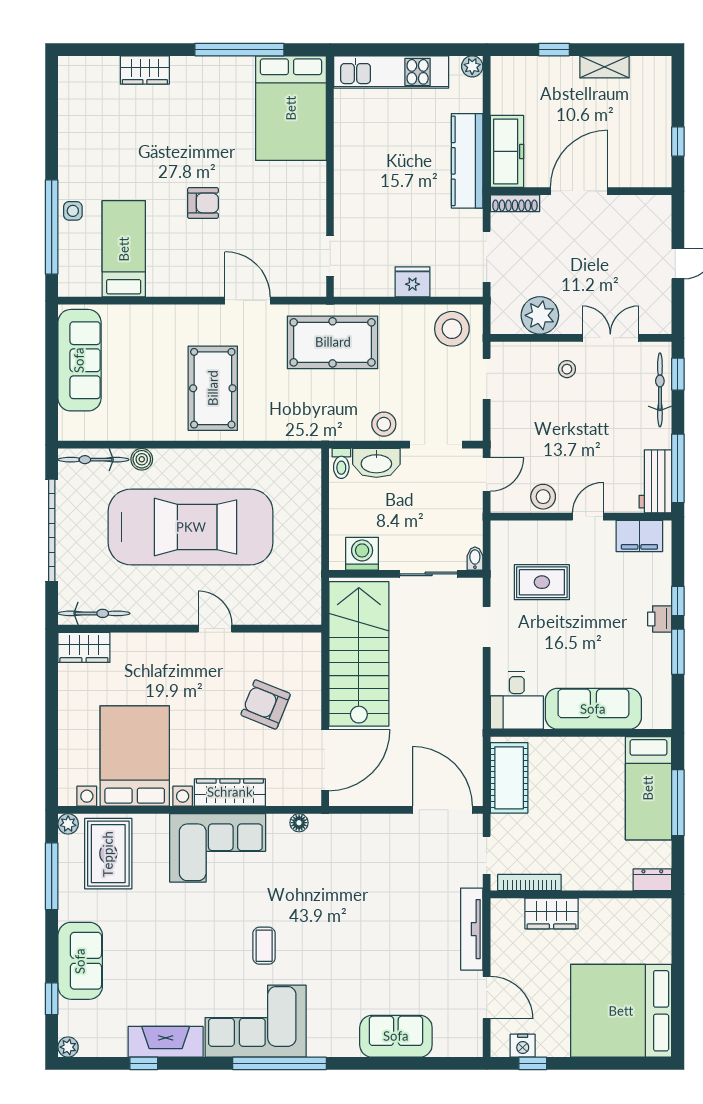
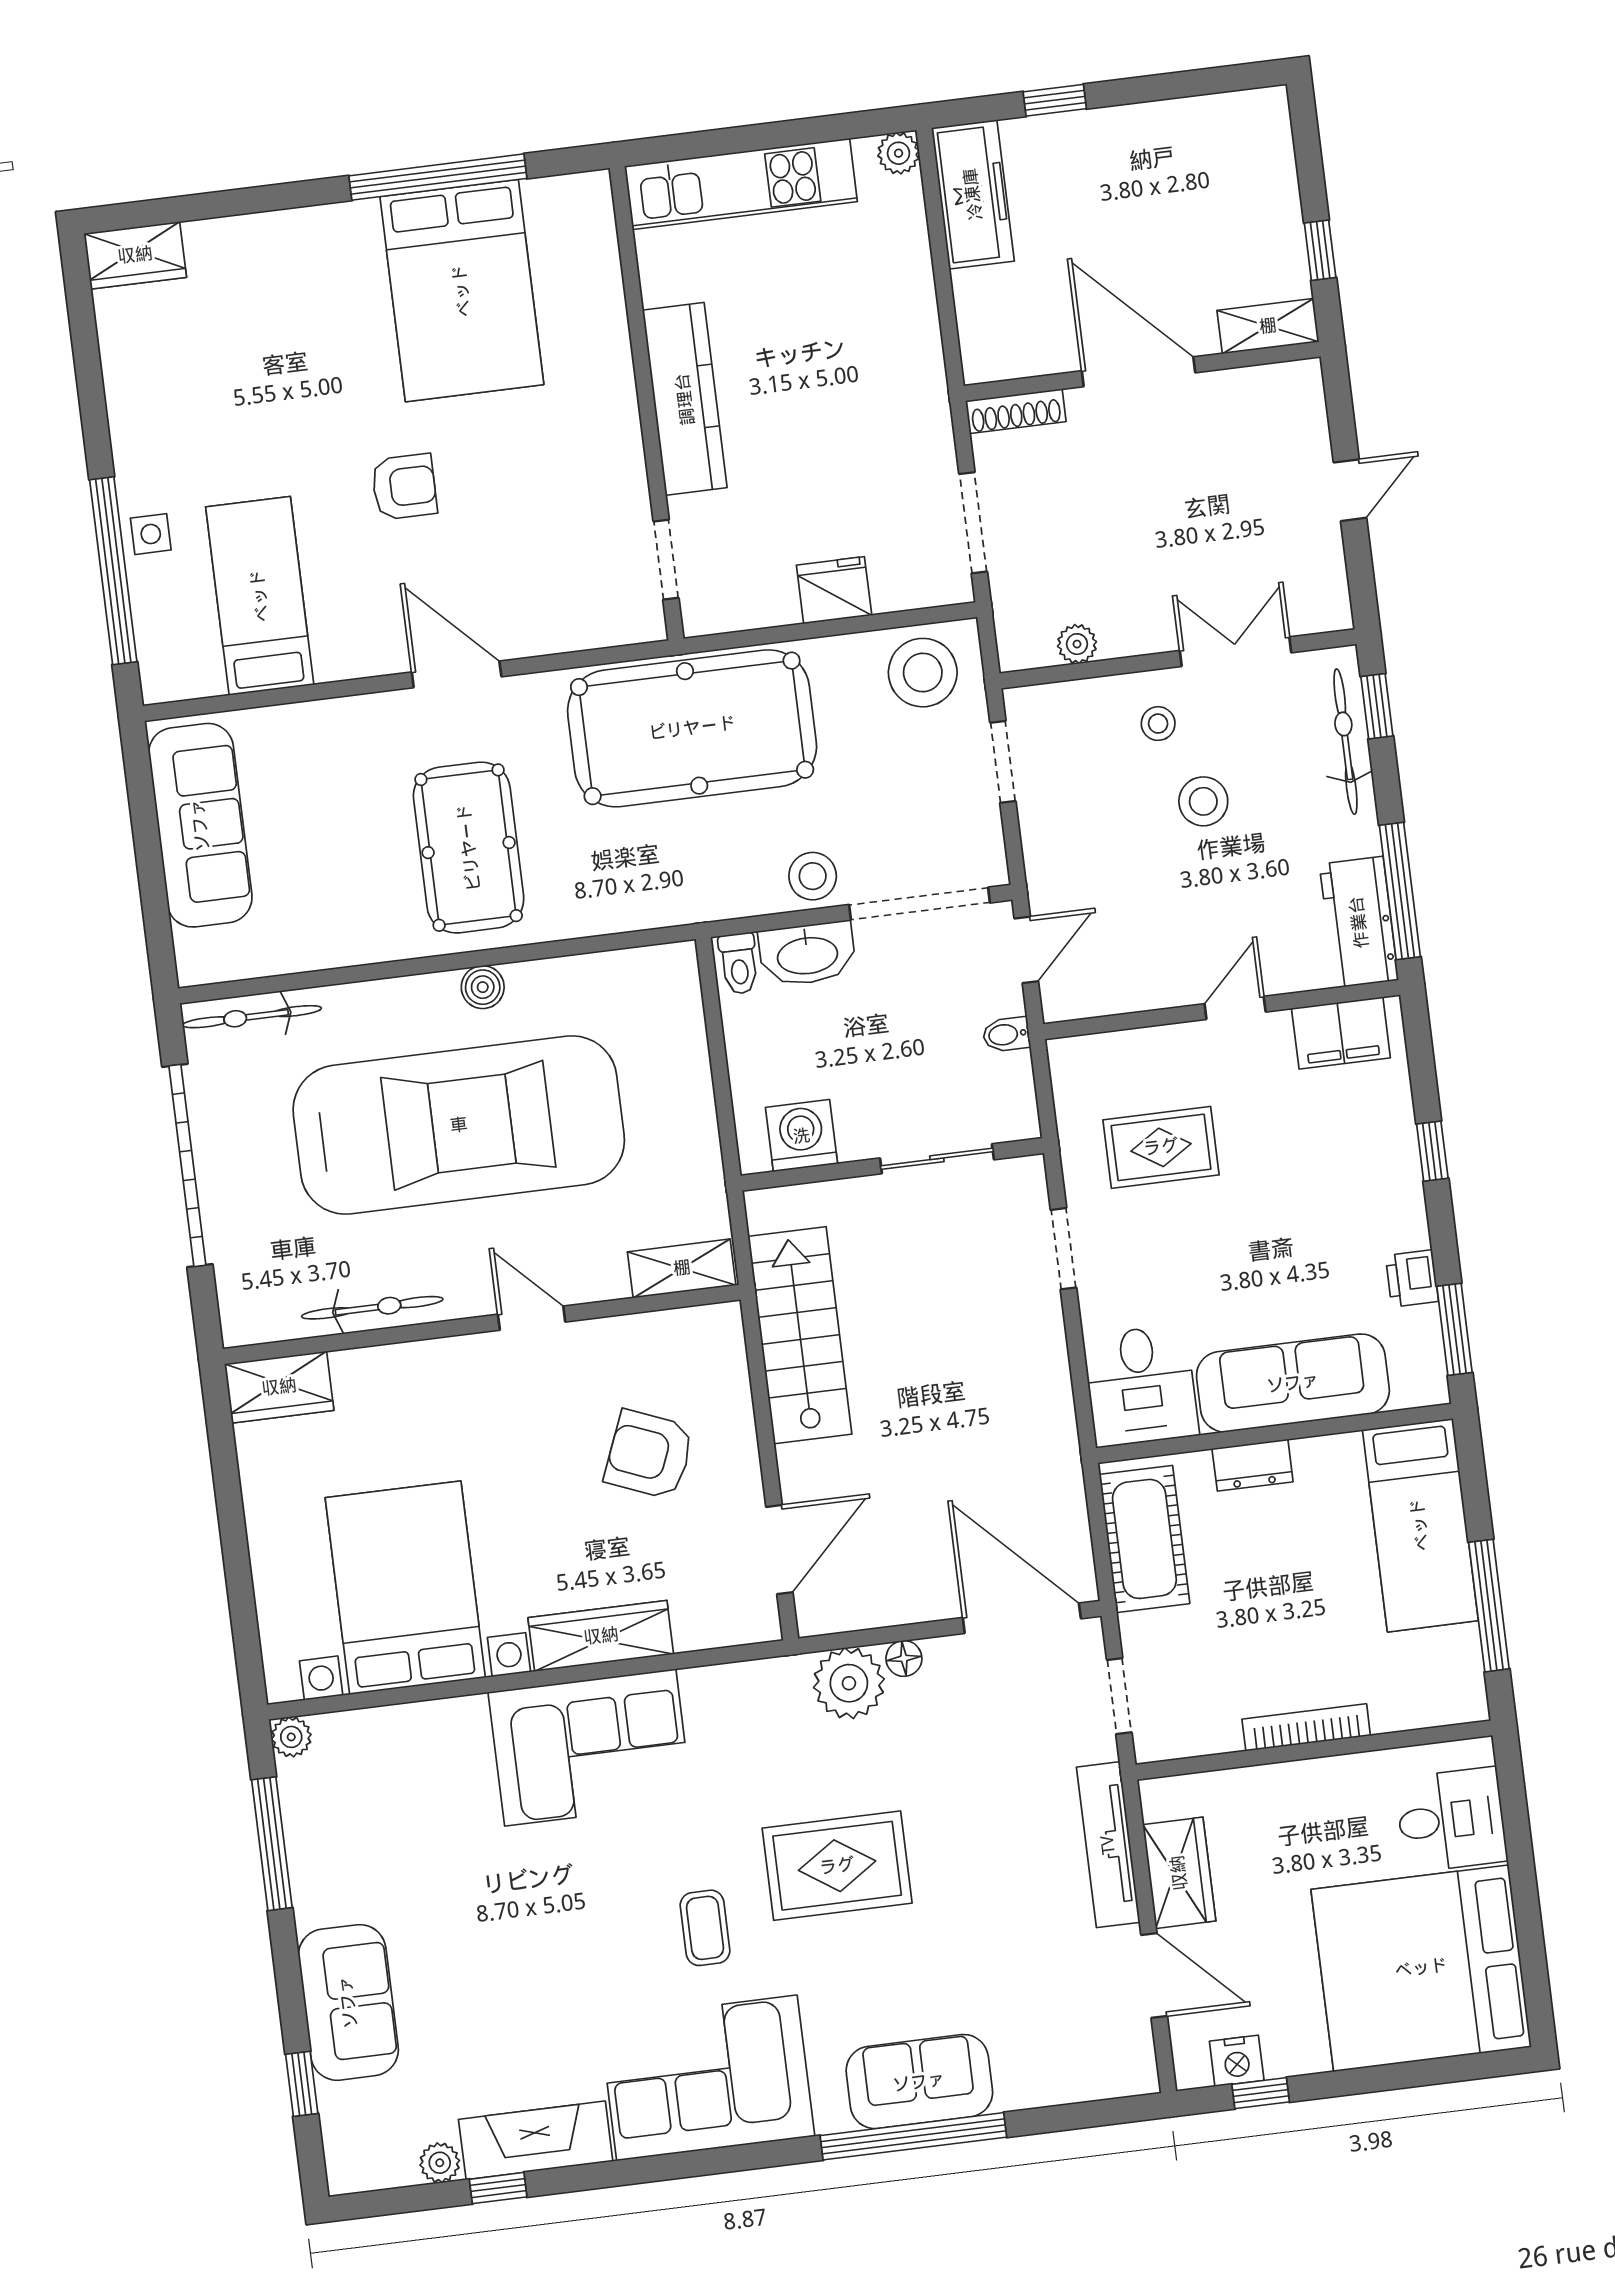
shelving: (605, 67) -> (1268, 326), moved
wardrobe: (145, 70) -> (135, 255), moved
bed: (291, 108) -> (462, 291), moved
freezer: (507, 151) -> (973, 194), moved
kitchen counter: (467, 161) -> (685, 399), moved, turned 180
door: (579, 191) -> (1138, 372), hinge flipped
door: (248, 301) -> (457, 674), moved
plant: (540, 315) -> (1077, 644), width x0.53, depth x0.53
pool table: (333, 342) -> (692, 728), width x1.36, depth x1.32
doorway: (436, 445) -> (919, 904), width x1.36
boiler: (142, 459) -> (483, 987), moved
stool: (543, 497) -> (1203, 801), moved
bidet: (475, 559) -> (1006, 1034), moved, turned -90
bicycle: (94, 613) -> (372, 1308), moved
shelving: (293, 613) -> (682, 1268), added
printer: (660, 619) -> (1412, 1278), moved
window: (678, 652) -> (1455, 1329), moved
stairs: (359, 654) -> (800, 1335), width x0.73, depth x0.66
door: (325, 760) -> (779, 1550), width x0.73
window: (678, 803) -> (1489, 1606), moved
floor lamp: (299, 823) -> (904, 1658), moved
plant: (352, 832) -> (849, 1683), added
rug: (108, 854) -> (837, 1866), moved, turned 90
dresser: (652, 880) -> (1253, 1465), moved, turned 180
bookcase: (529, 883) -> (1306, 1727), moved
wardrobe: (552, 914) -> (1179, 1873), moved, turned -90
desk: (646, 938) -> (1451, 1820), added
sofa: (396, 1036) -> (919, 2082), moved
plant: (68, 1047) -> (440, 2163), moved
window: (279, 1063) -> (913, 2136), moved

